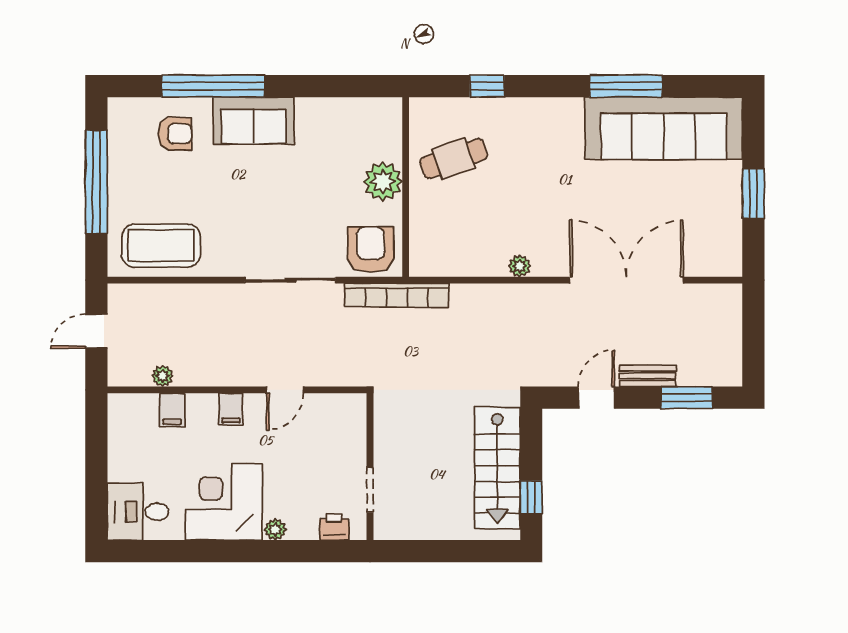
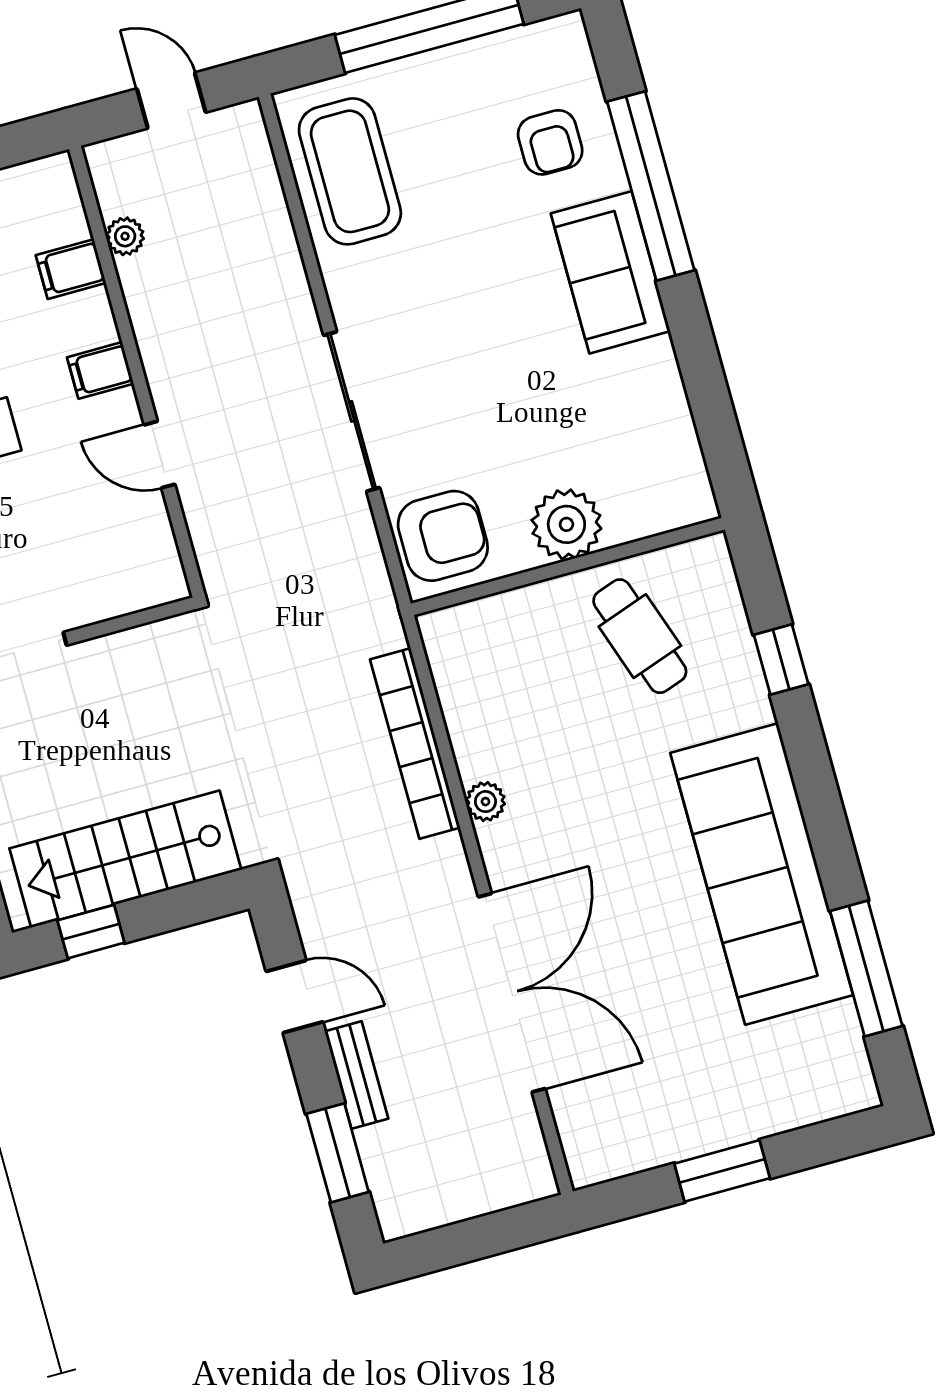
window: (626, 86) -> (866, 968), moved
sofa: (664, 128) -> (762, 874), moved
bookcase: (397, 295) -> (415, 743), moved

